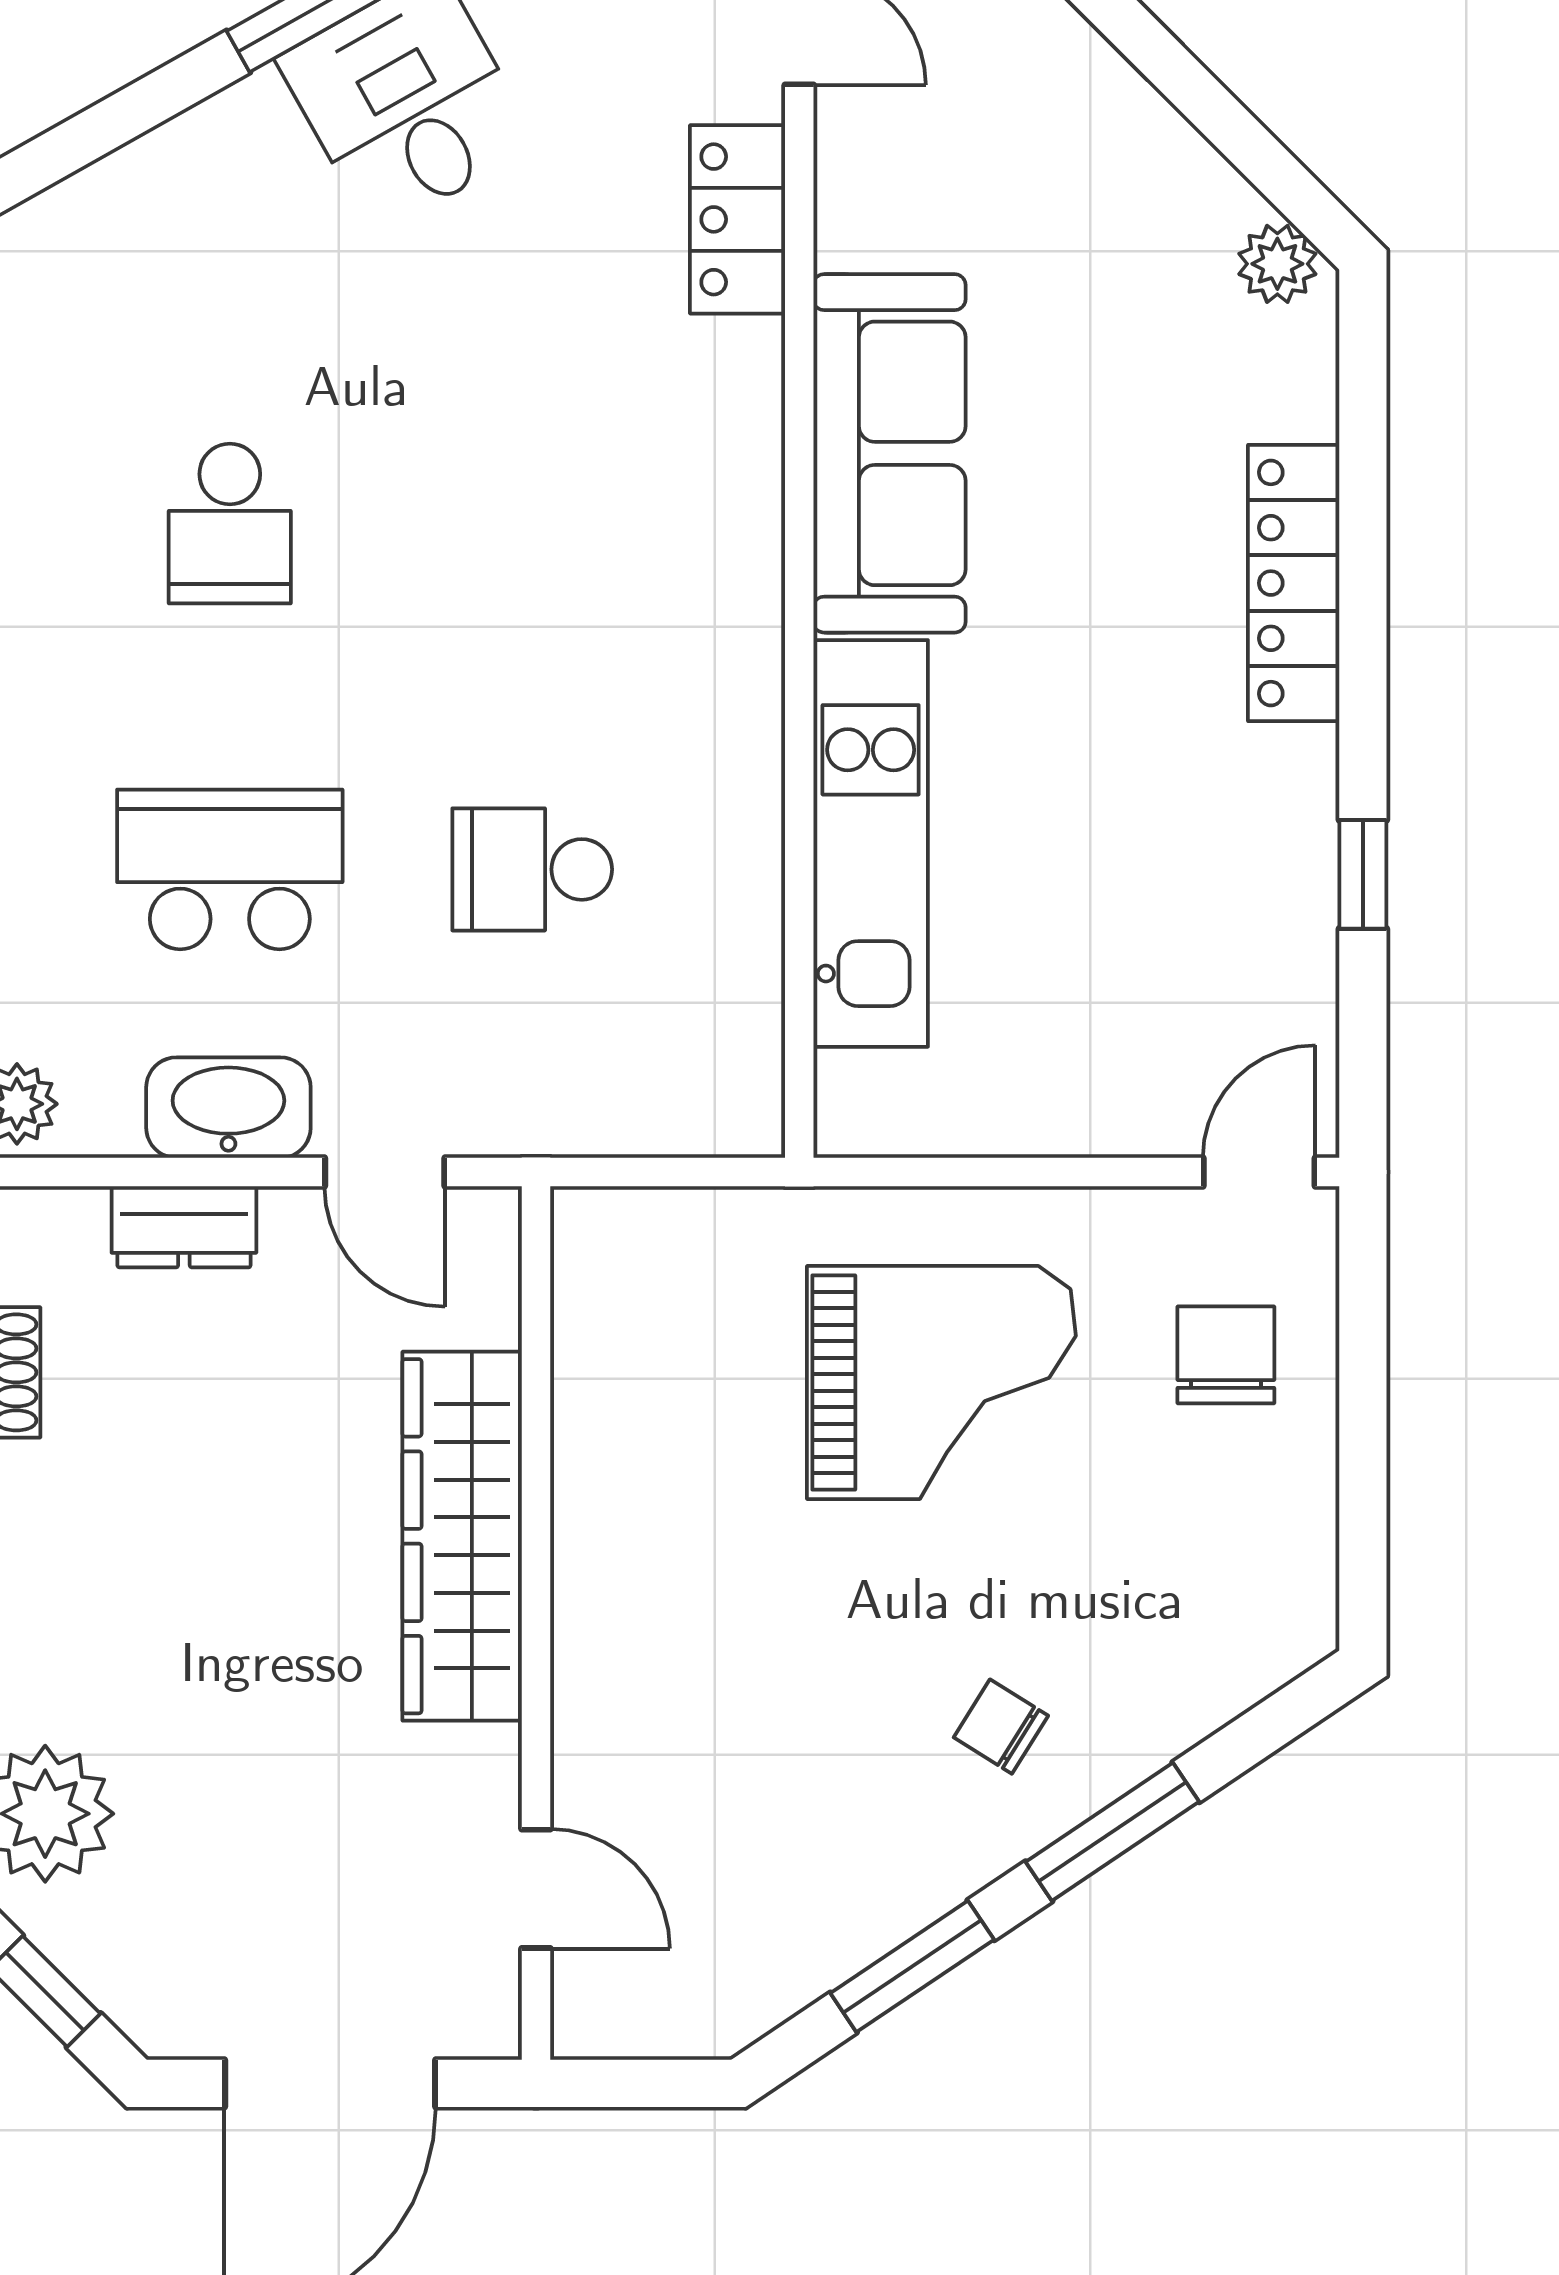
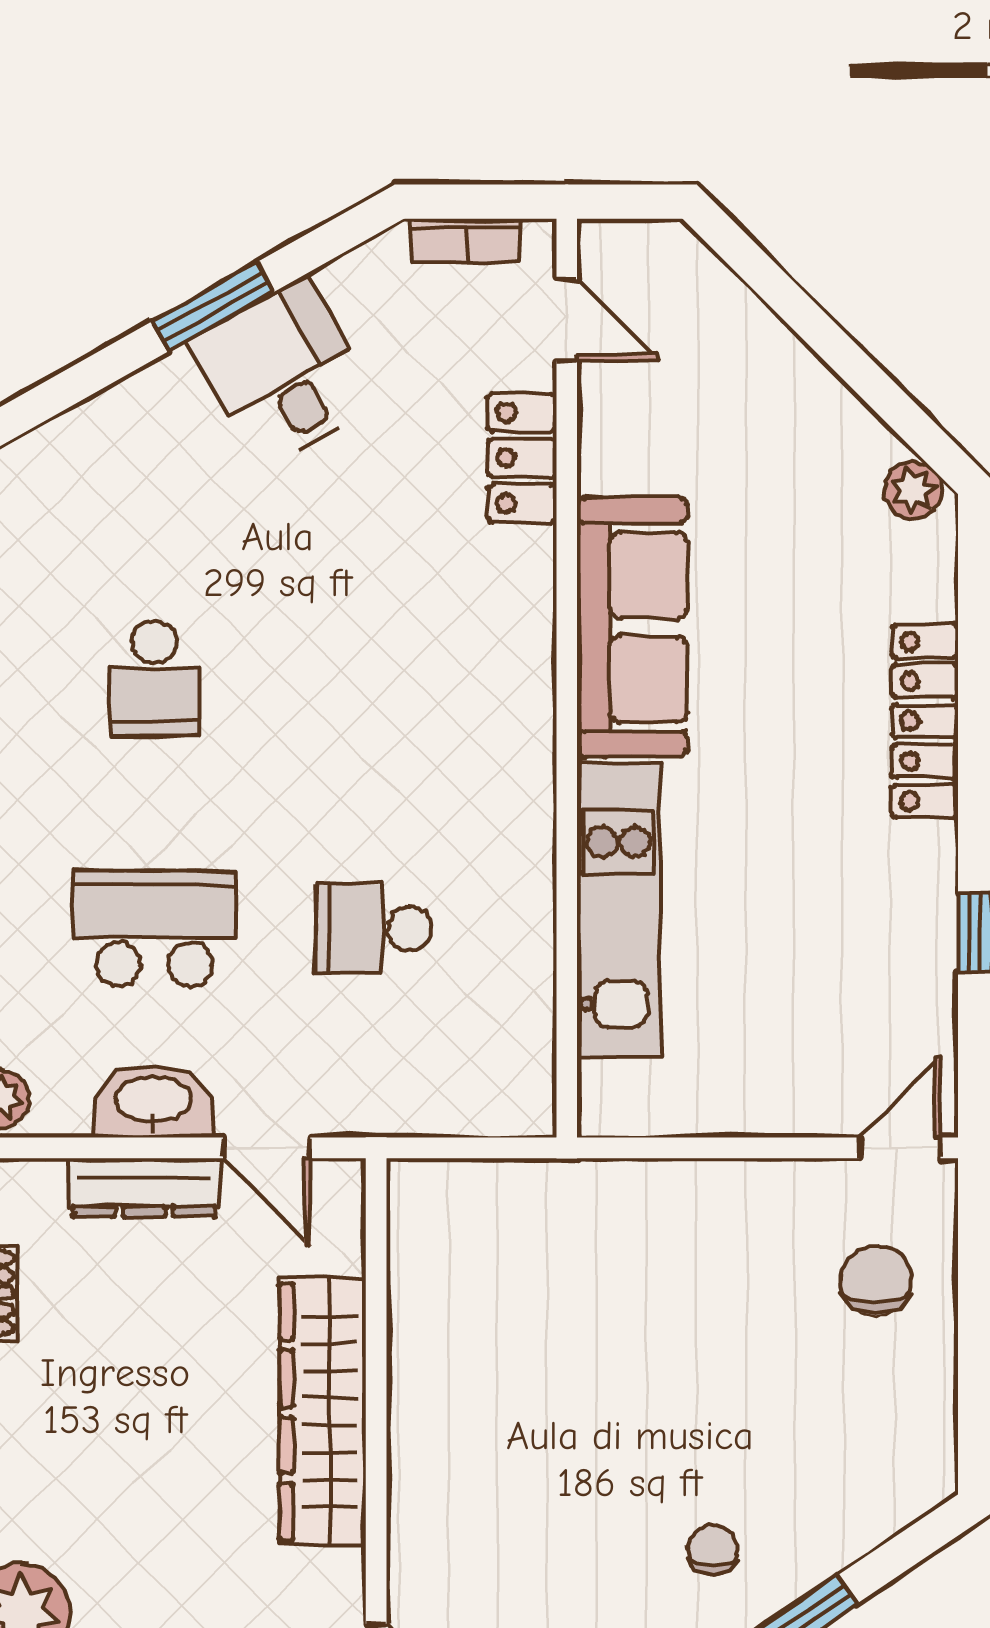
dresser: (184, 1227) -> (144, 1188), width x1.44
grand piano: (941, 1382) -> (670, 1300), removed
chair: (1001, 1727) -> (713, 1550), turned 58

